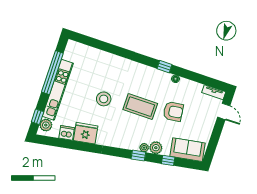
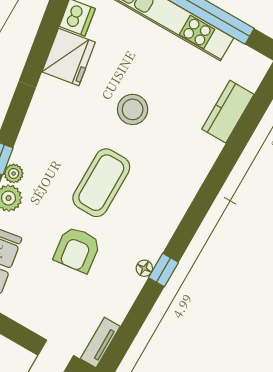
kitchen counter: (96, 55) -> (228, 112), added
window: (164, 67) -> (163, 270), moved

